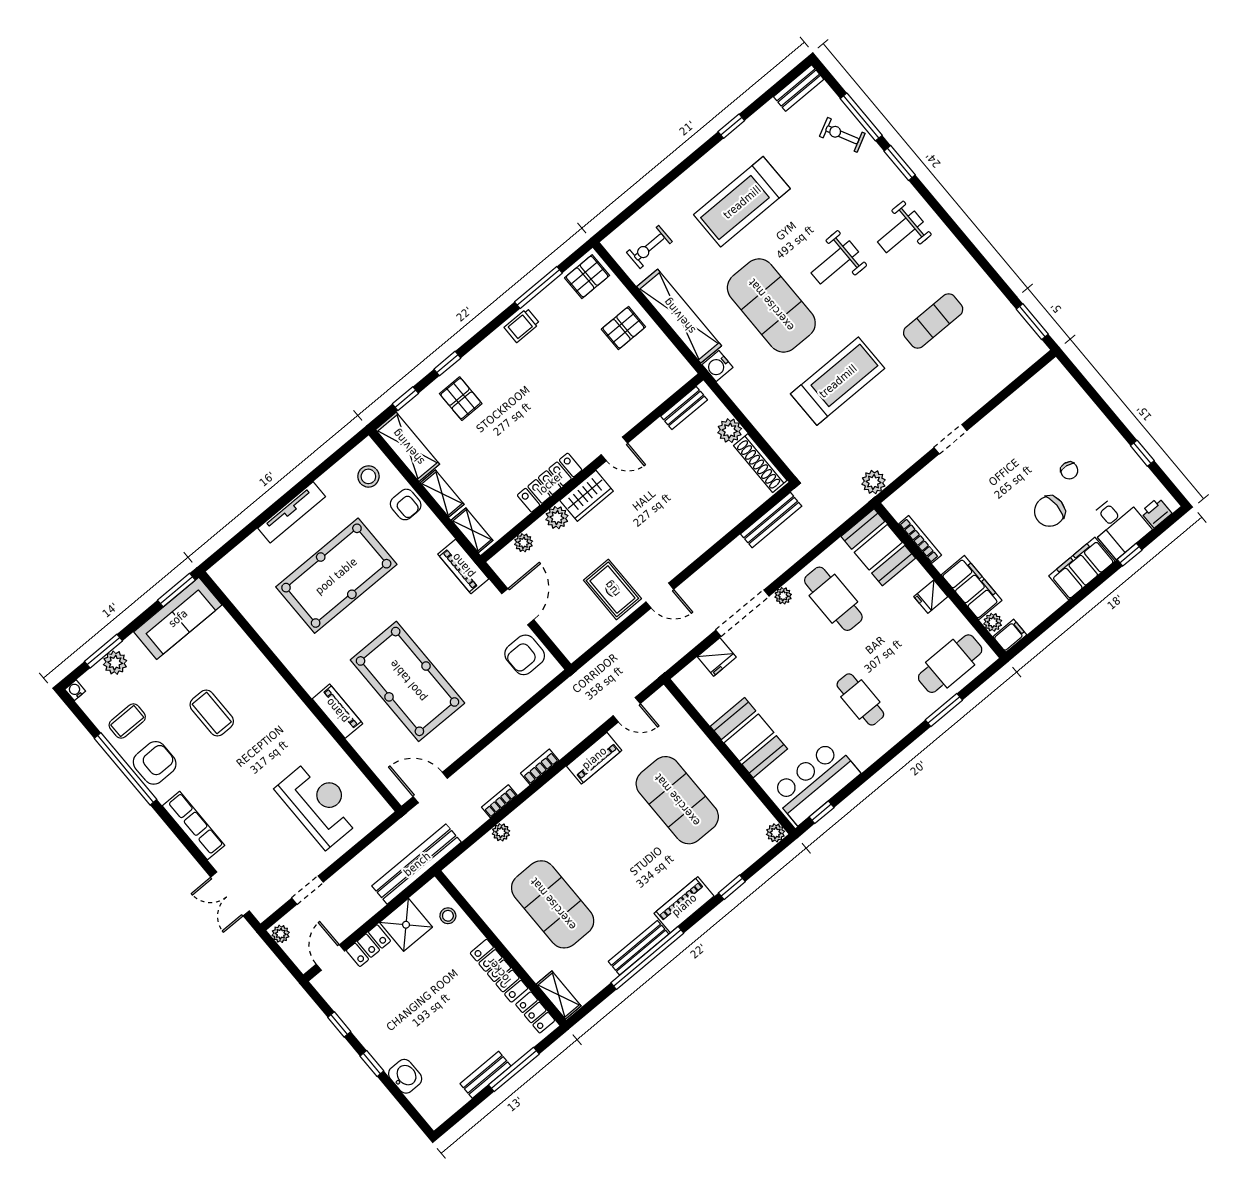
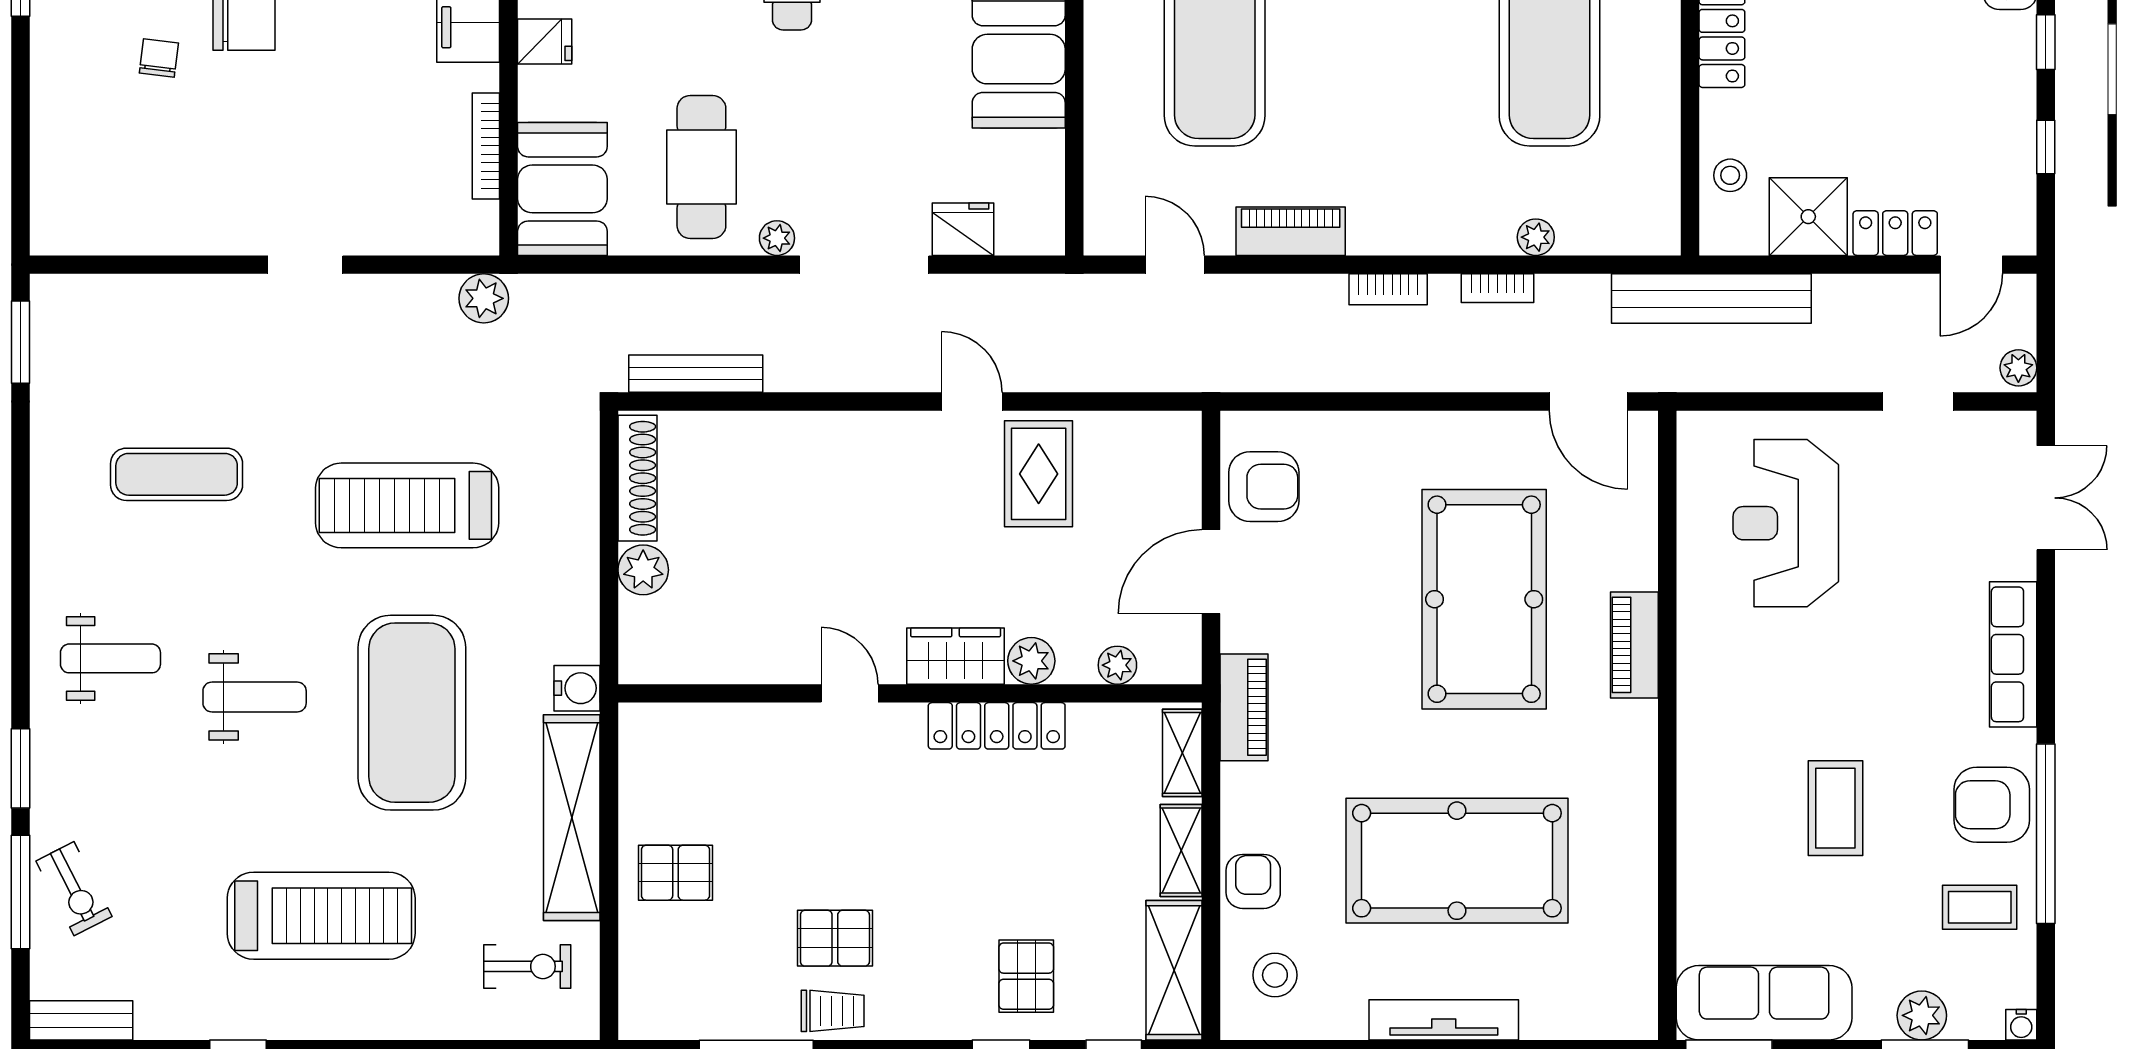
pallet: (587, 277) -> (835, 938), moved
bench: (684, 408) -> (685, 666), removed

